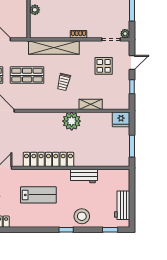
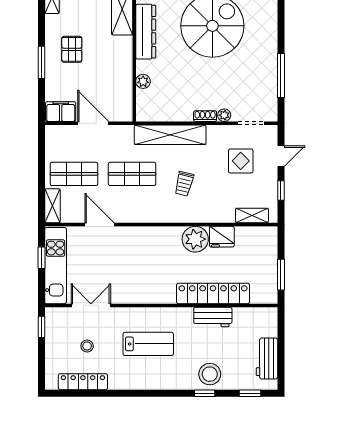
plant: (125, 34) -> (224, 115), moved
shelving: (91, 104) -> (252, 215), moved
fridge: (121, 119) -> (222, 237), moved
locker: (48, 159) -> (213, 293), moved
window: (66, 230) -> (205, 393), moved

